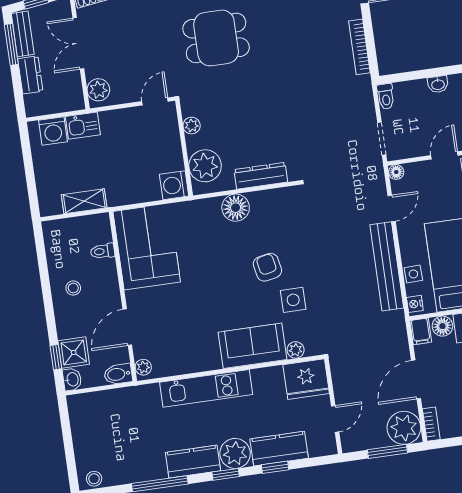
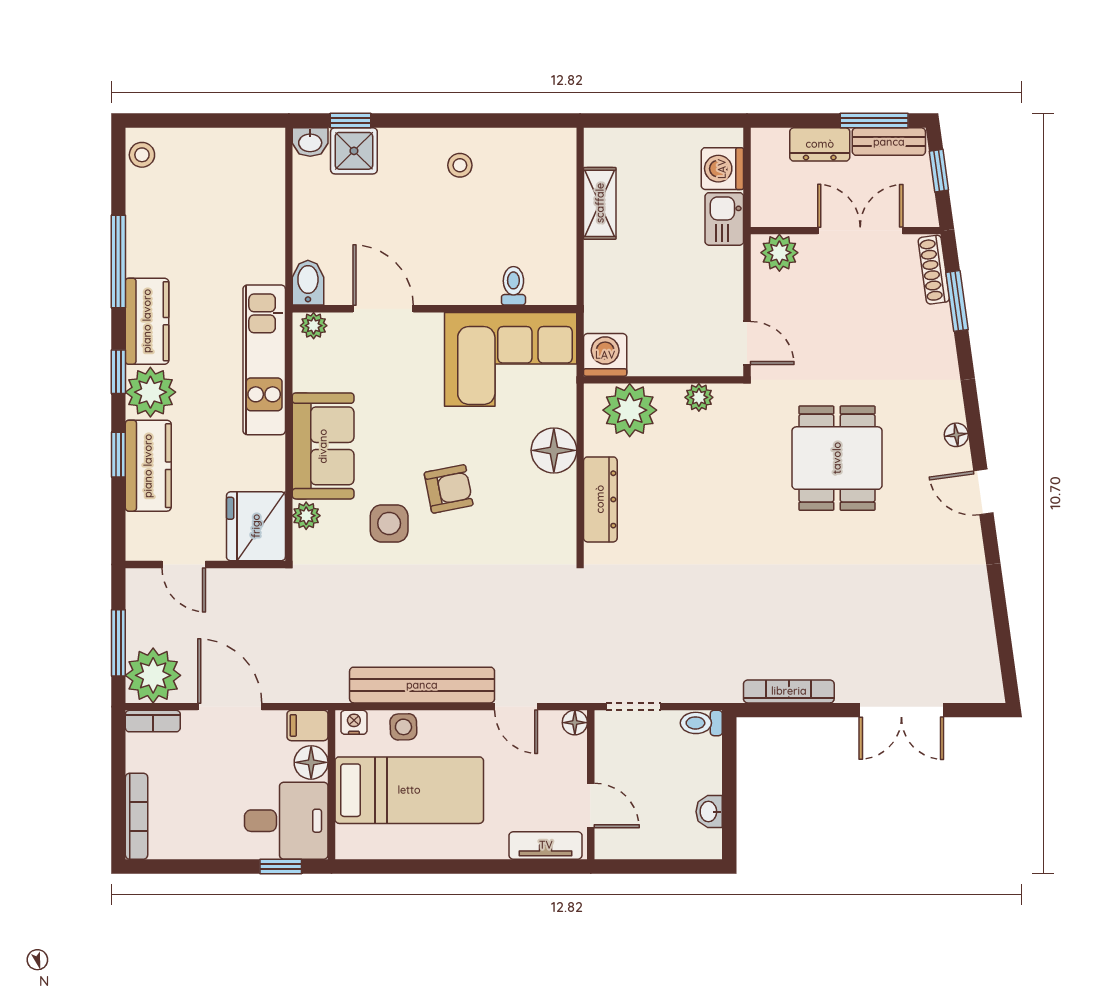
corner sofa: (147, 247) -> (511, 359), moved
toilet: (103, 251) -> (513, 286), moved
wall: (123, 296) -> (434, 309), moved
door: (127, 327) -> (383, 309), moved
plant: (143, 367) -> (314, 326), moved
bidet: (118, 374) -> (308, 283), moved

